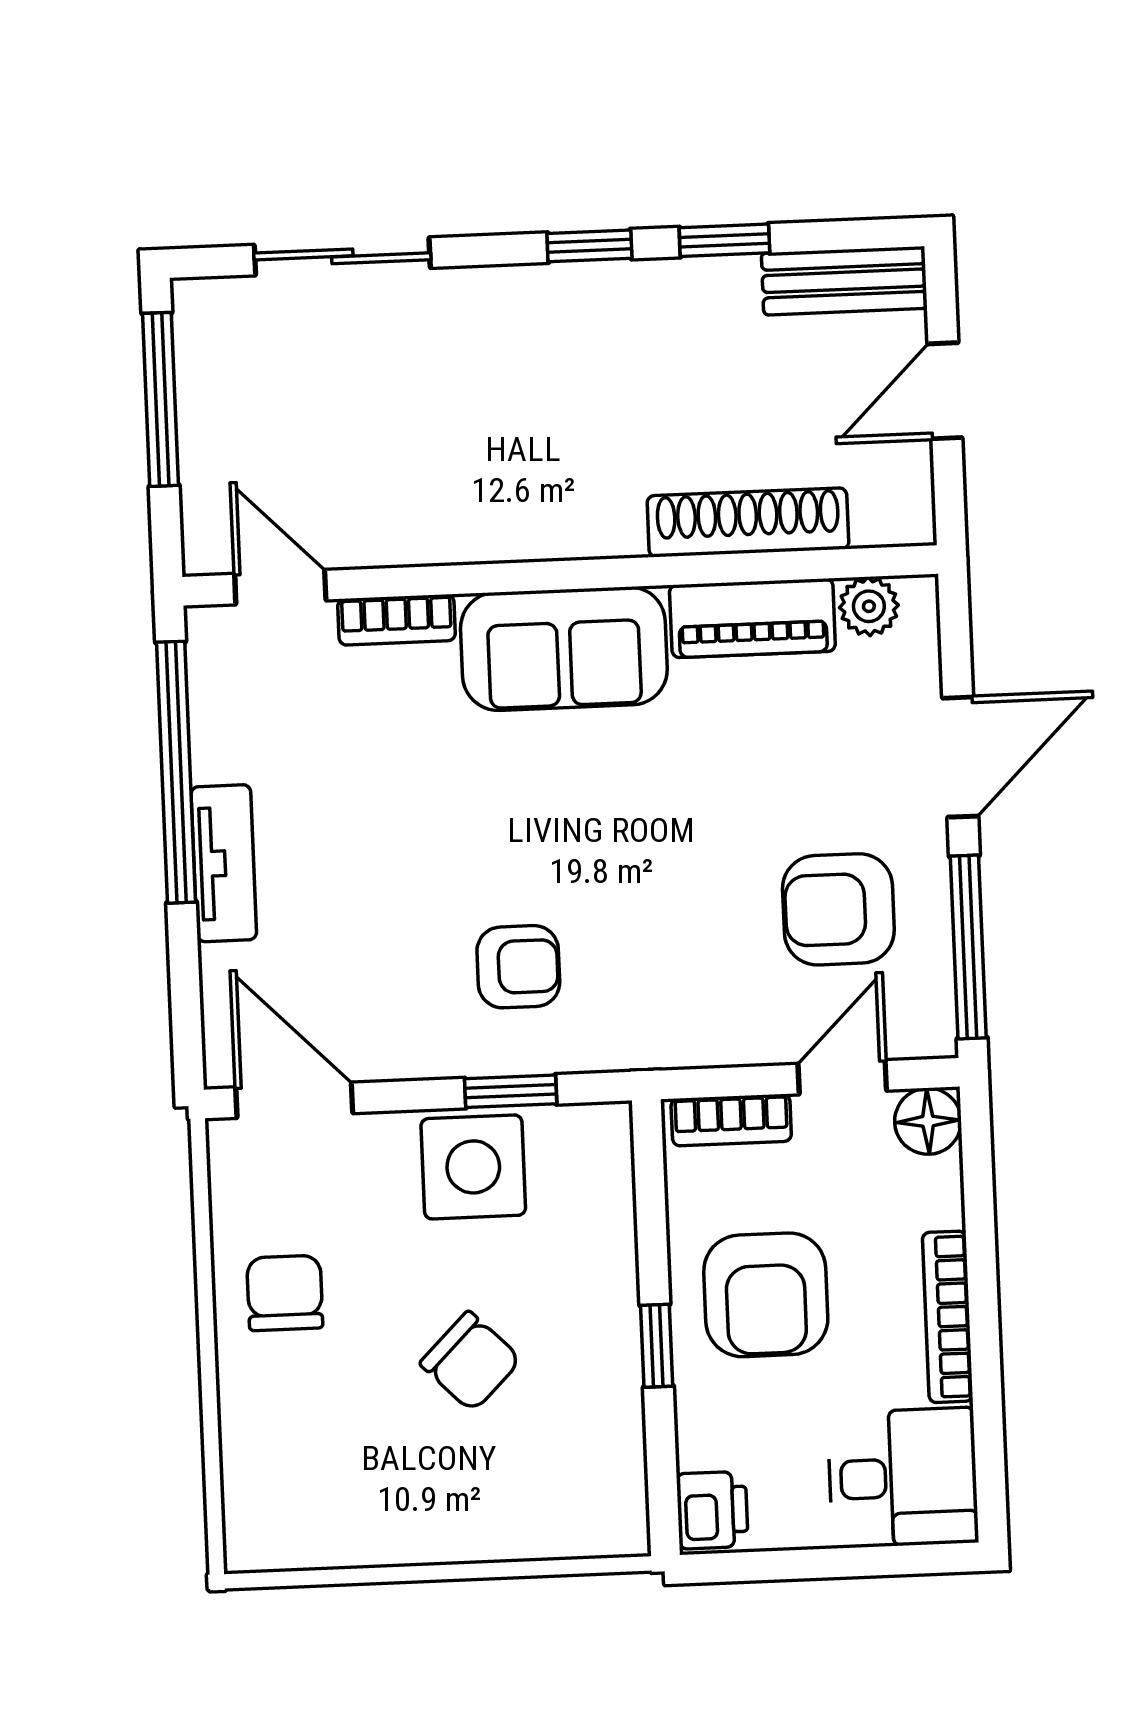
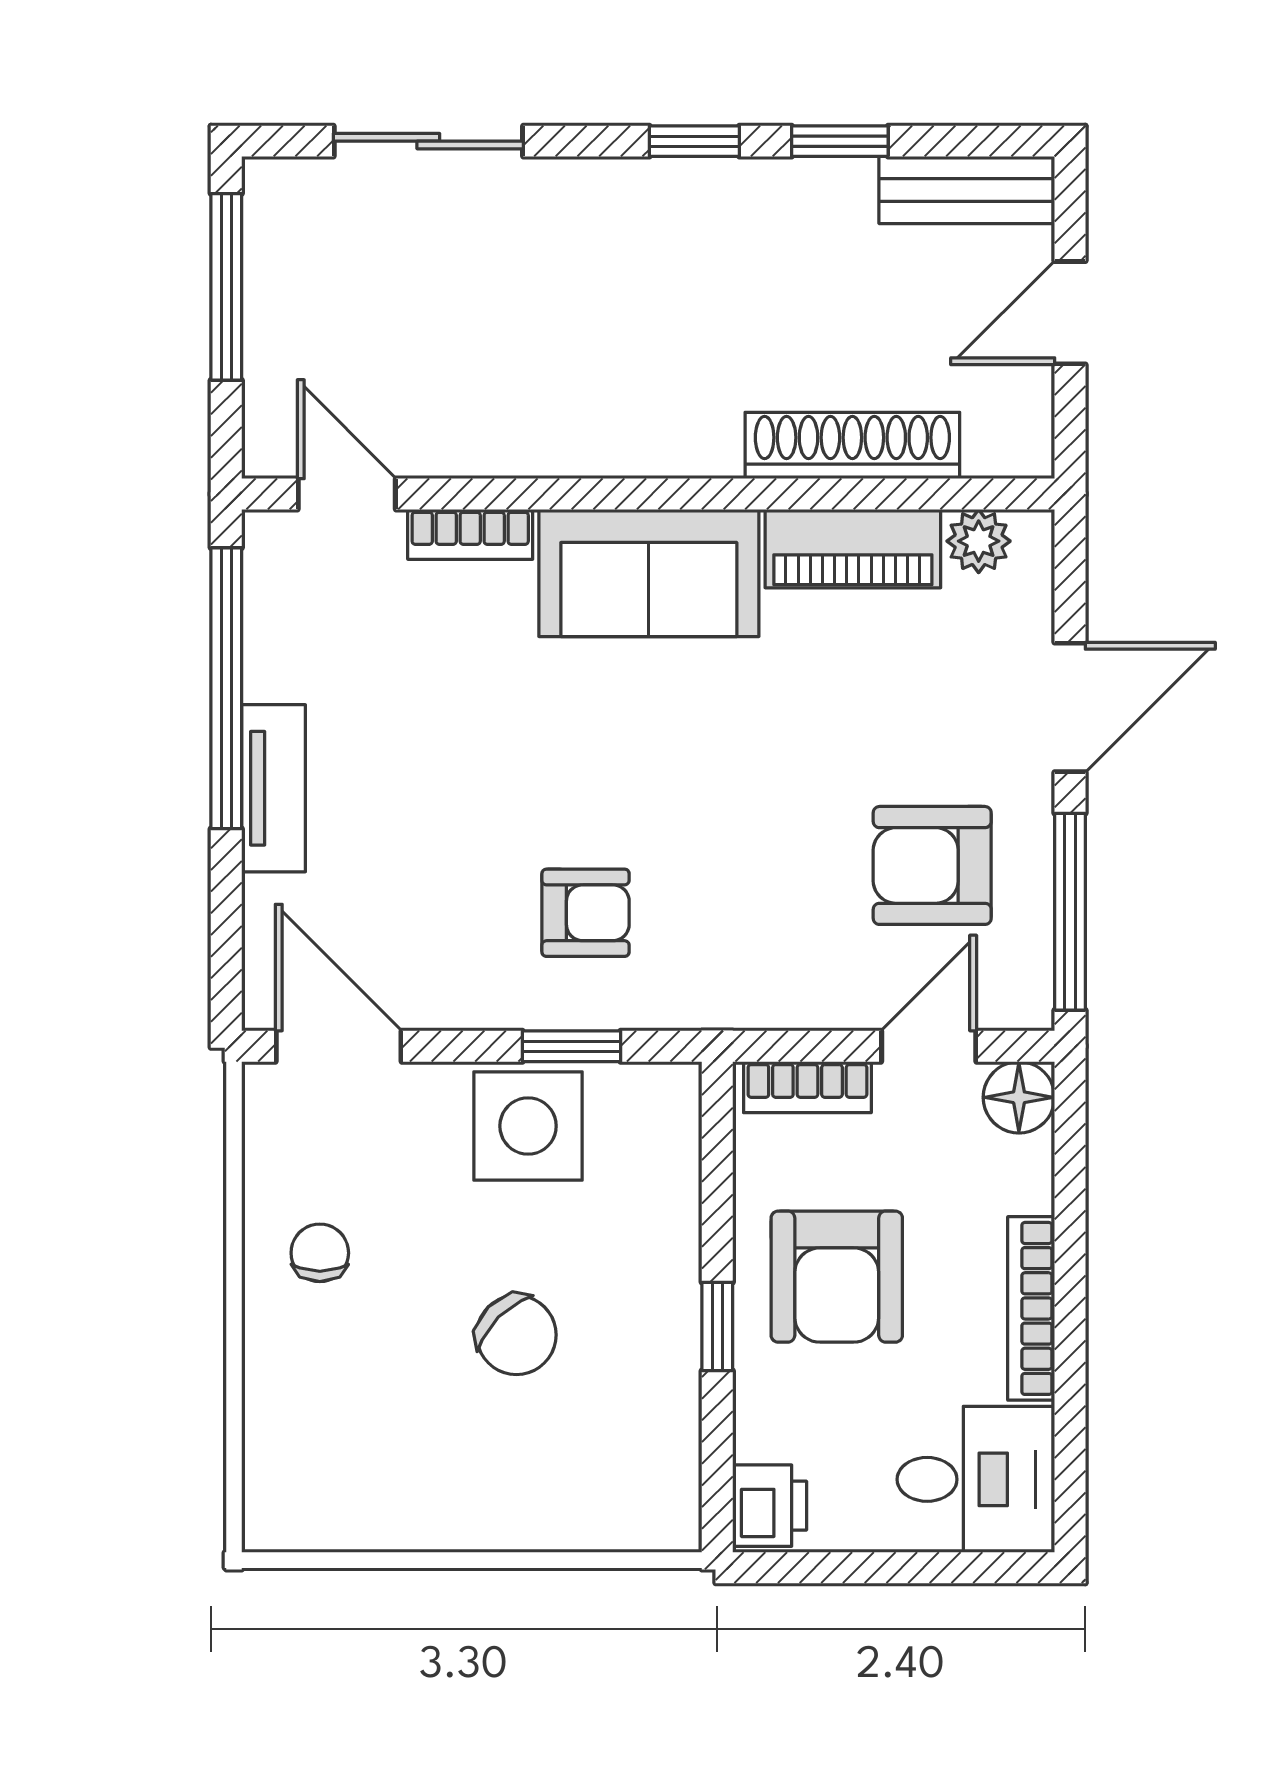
chair: (285, 1293) -> (320, 1253), width x0.73, depth x0.73

